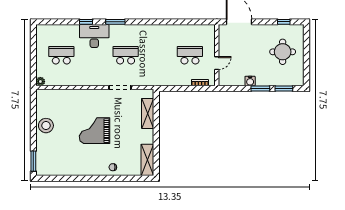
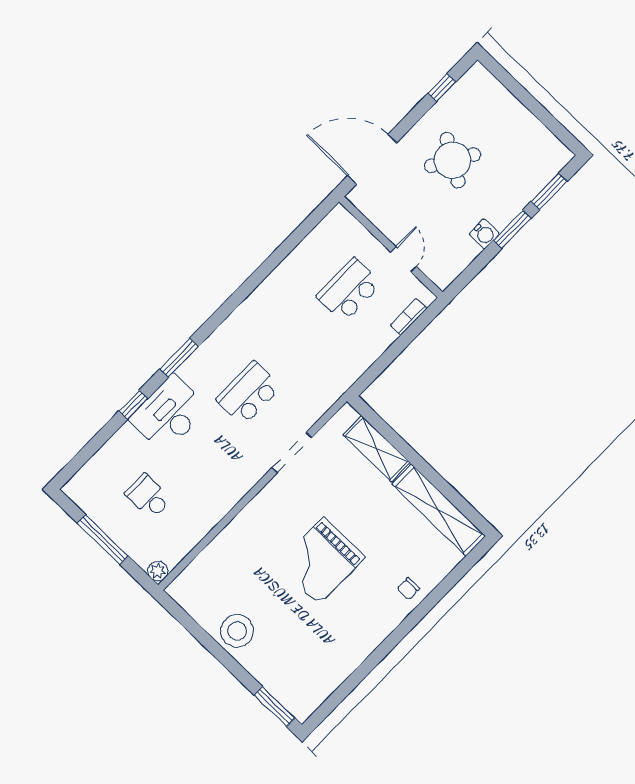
round table: (283, 52) -> (453, 160), moved, turned 31
window: (33, 54) -> (103, 540), added
school desk: (61, 55) -> (148, 497), width x0.54
shelving: (147, 160) -> (439, 510), width x1.47

